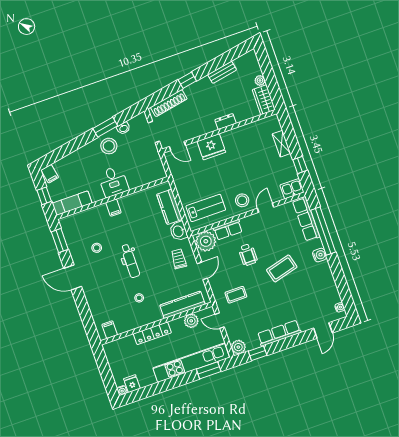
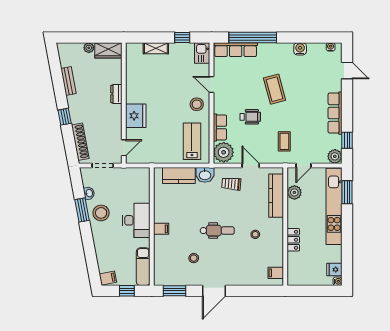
desk: (113, 181) -> (136, 220), width x1.37
water cooler: (320, 255) -> (300, 49), moved
locker: (152, 333) -> (293, 240), width x0.66

